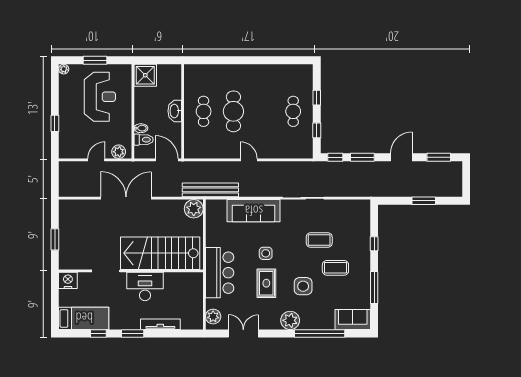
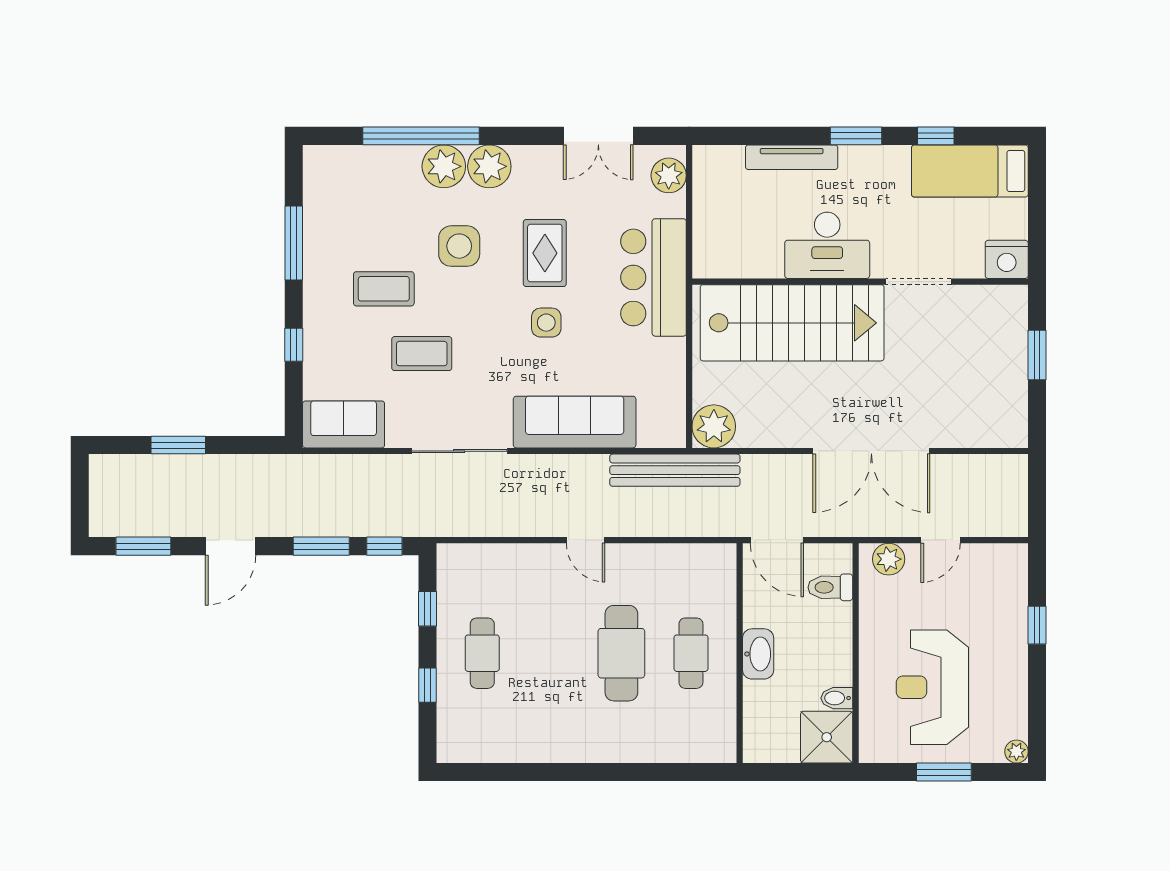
bidet: (141, 128) -> (837, 698), moved
plant: (310, 320) -> (444, 166), added
sofa: (353, 320) -> (344, 424), moved, turned 180

